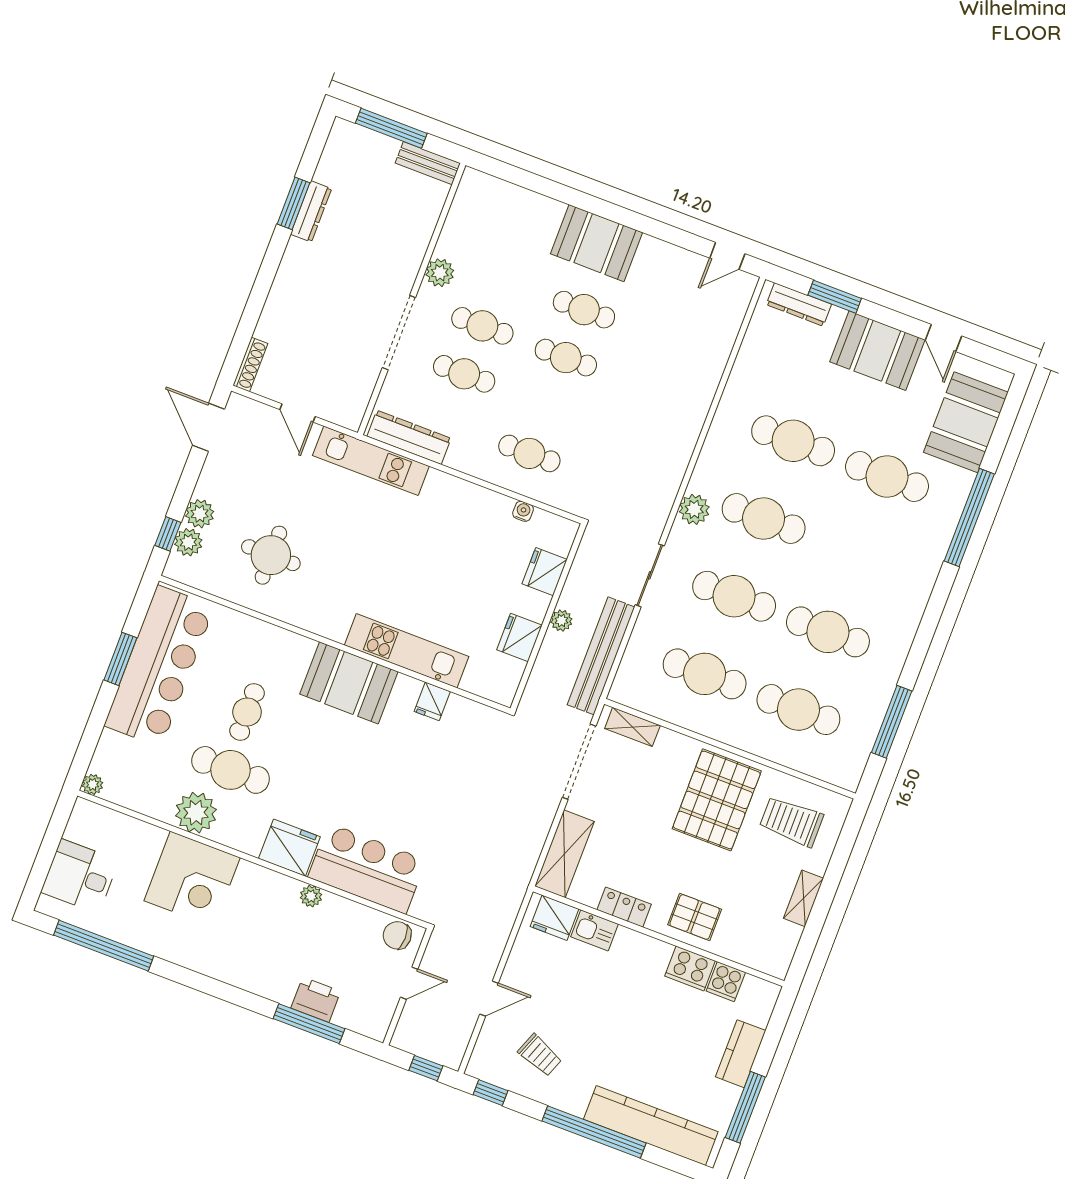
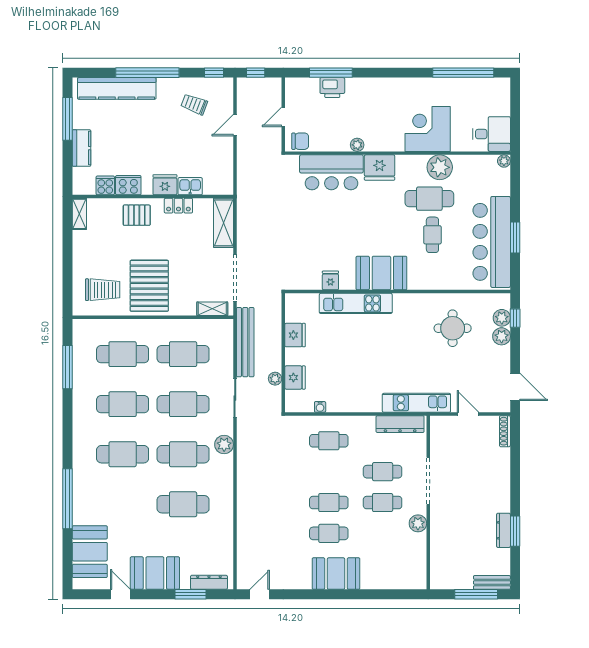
bench: (428, 163) -> (492, 582), moved
cafe table: (887, 476) -> (123, 454), moved
plant: (561, 621) -> (275, 379), moved
desk: (80, 876) -> (491, 134), moved
shelving: (804, 898) -> (79, 214), moved
fridge: (555, 918) -> (165, 185), moved

